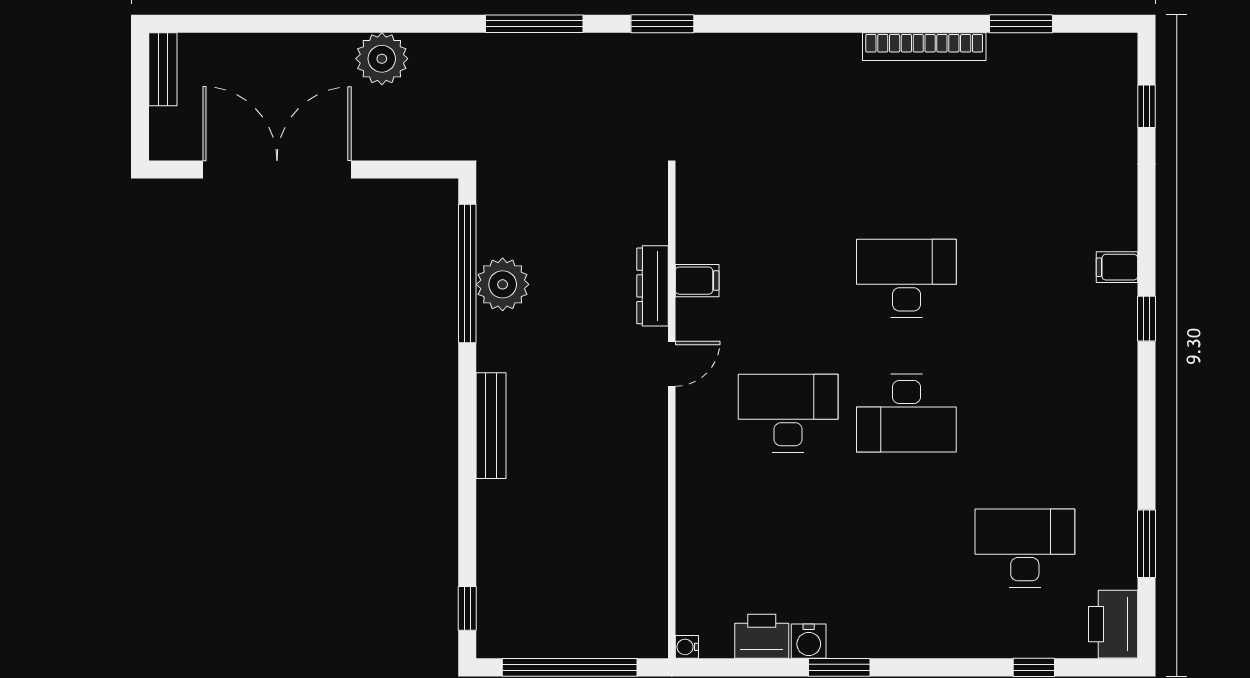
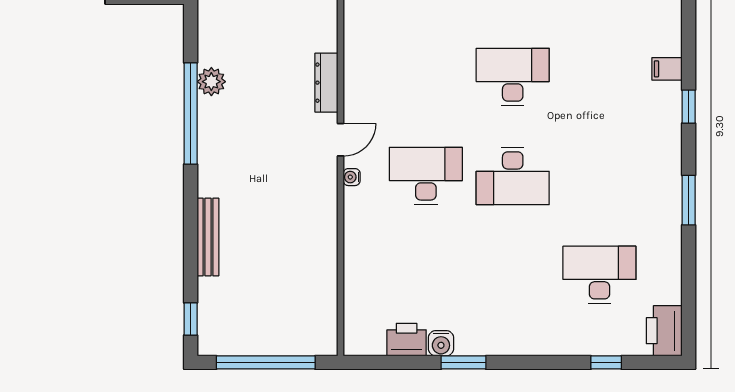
window: (467, 274) -> (191, 114), moved
filing cabinet: (697, 281) -> (359, 79), removed
plant: (503, 284) -> (211, 82), width x0.73, depth x0.73
bench: (491, 426) -> (208, 237), moved
window: (1146, 544) -> (689, 200), moved
water cooler: (687, 647) -> (352, 177), moved

